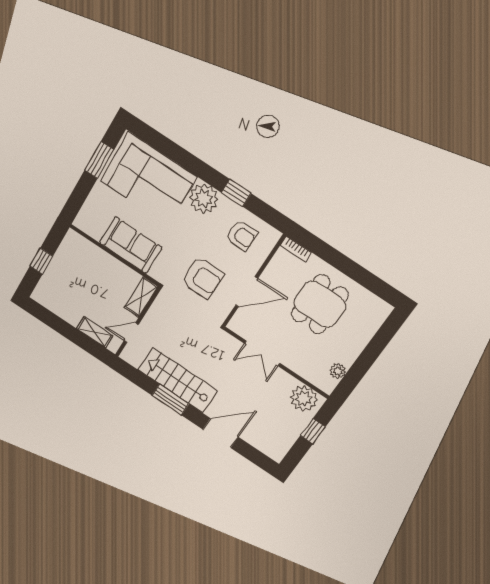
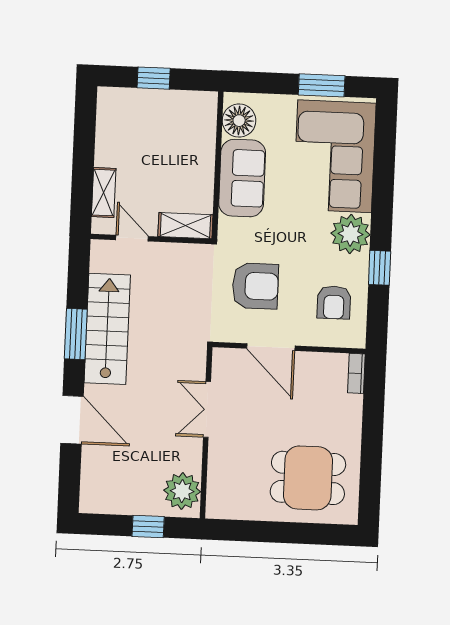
floor lamp: (94, 225) -> (239, 121), added
armchair: (202, 278) -> (255, 286), turned -90
dining table: (320, 304) -> (308, 478), moved
plant: (338, 371) -> (242, 509), removed

